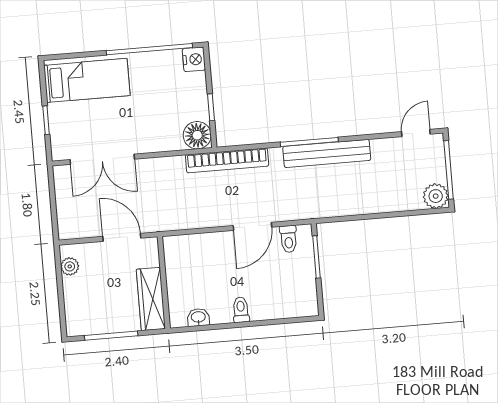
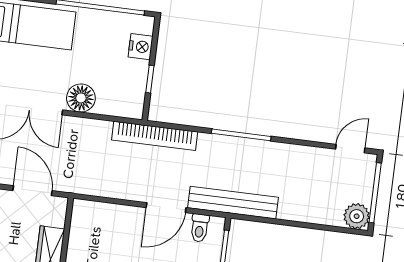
nightstand: (194, 59) -> (141, 47), moved
floor lamp: (197, 135) -> (81, 98), moved
bench: (327, 153) -> (233, 203), moved

